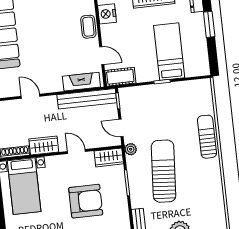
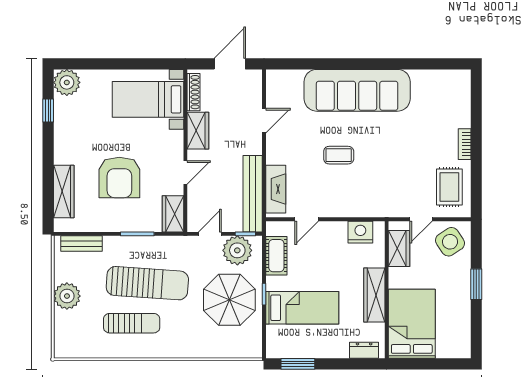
window: (209, 24) -> (298, 364), moved
coffee table: (88, 27) -> (339, 155), moved
cot: (120, 77) -> (276, 256), moved
parasol: (169, 108) -> (229, 300), added
sun lounger: (207, 137) -> (132, 323), moved
plant: (131, 149) -> (237, 250), moved, width x1.87, depth x1.87

